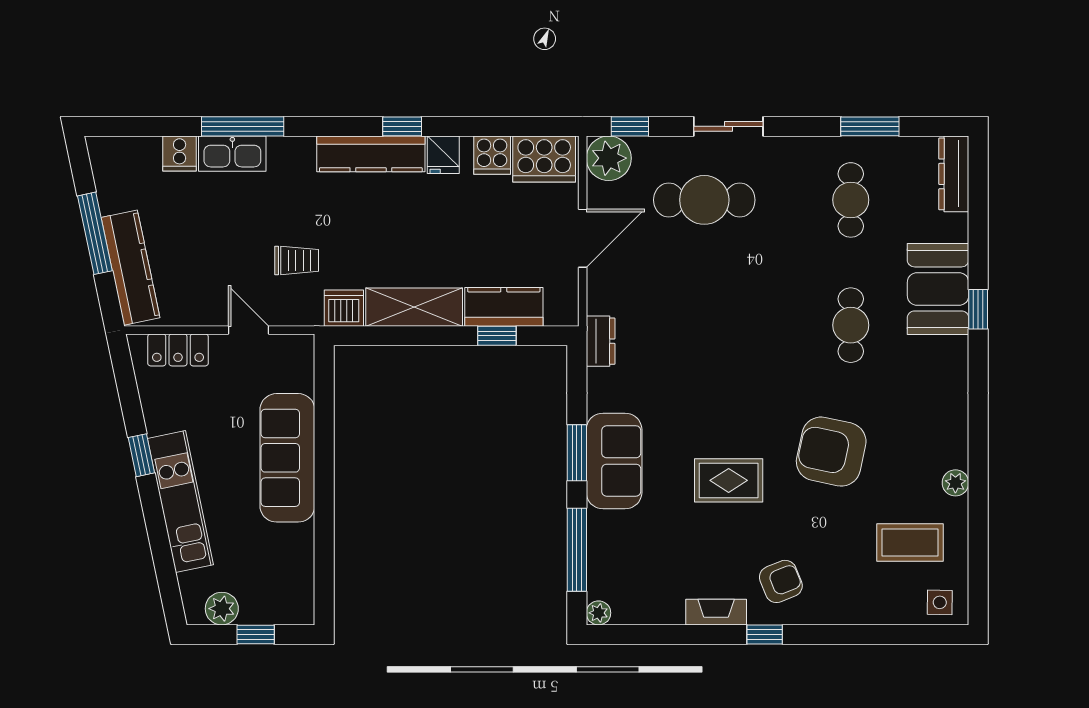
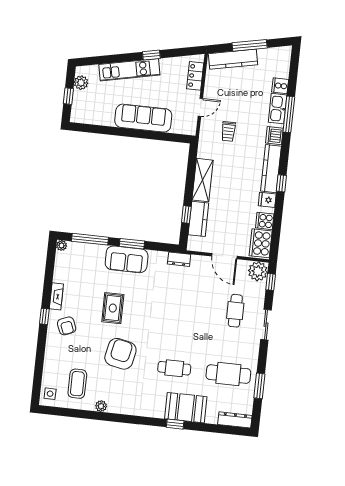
cafe table: (704, 200) -> (235, 311), width x0.73, depth x0.74
cafe table: (851, 200) -> (228, 374), width x1.37, depth x1.35
dishwasher: (344, 308) -> (274, 136), moved, turned 180

